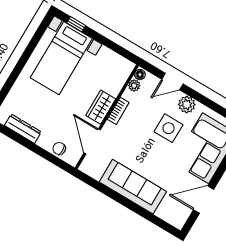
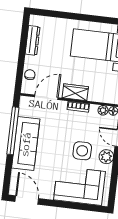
window: (112, 195) -> (13, 131), added
door: (204, 200) -> (27, 200), moved

